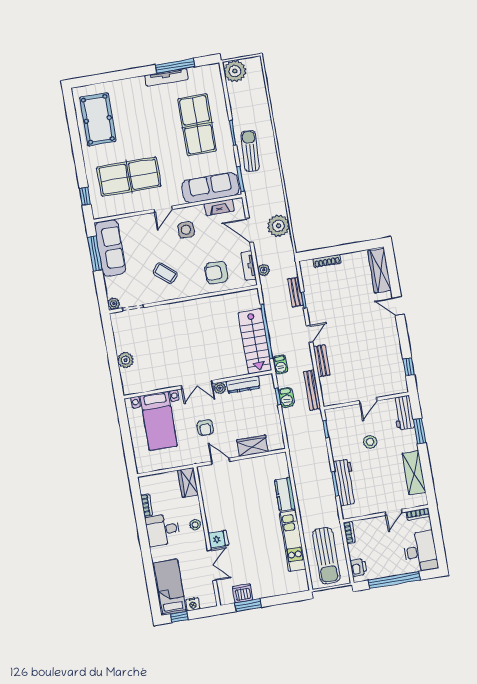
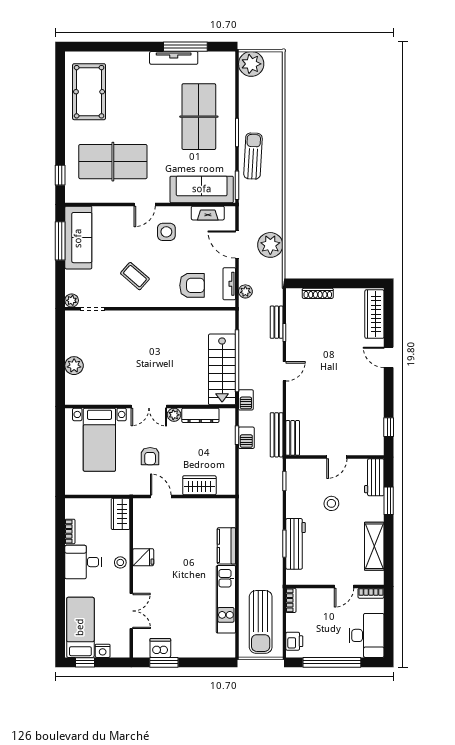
armchair: (216, 273) -> (192, 285), turned 180
bench: (322, 361) -> (293, 438), moved
fridge: (218, 539) -> (143, 557), moved

